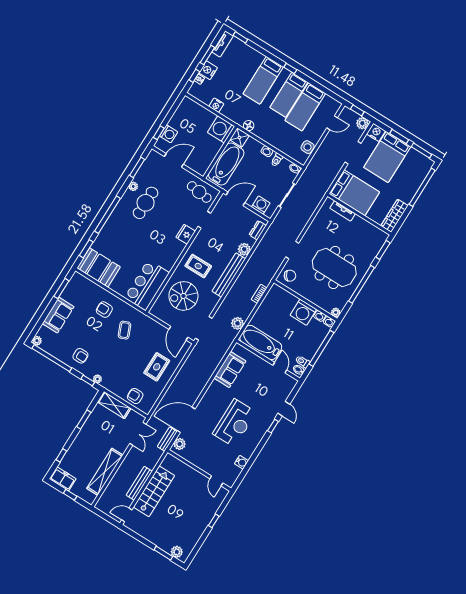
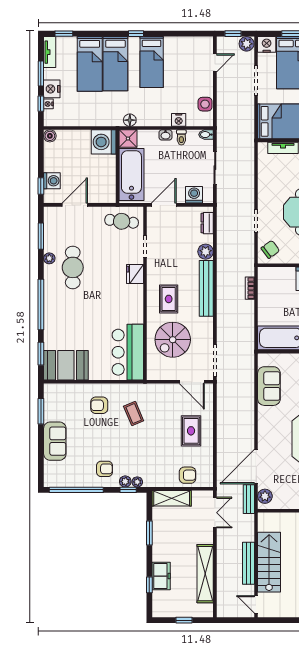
boiler: (187, 102) -> (50, 136), added
nightstand: (216, 105) -> (179, 120), moved
bed: (305, 107) -> (90, 64), moved
rug: (198, 266) -> (169, 299), turned 90
plant: (237, 323) -> (247, 333), removed
plant: (37, 341) -> (125, 481), moved
armchair: (135, 396) -> (188, 475), turned 180
freezer: (63, 479) -> (161, 576), moved, turned 90
door: (127, 515) -> (256, 604), hinge flipped

